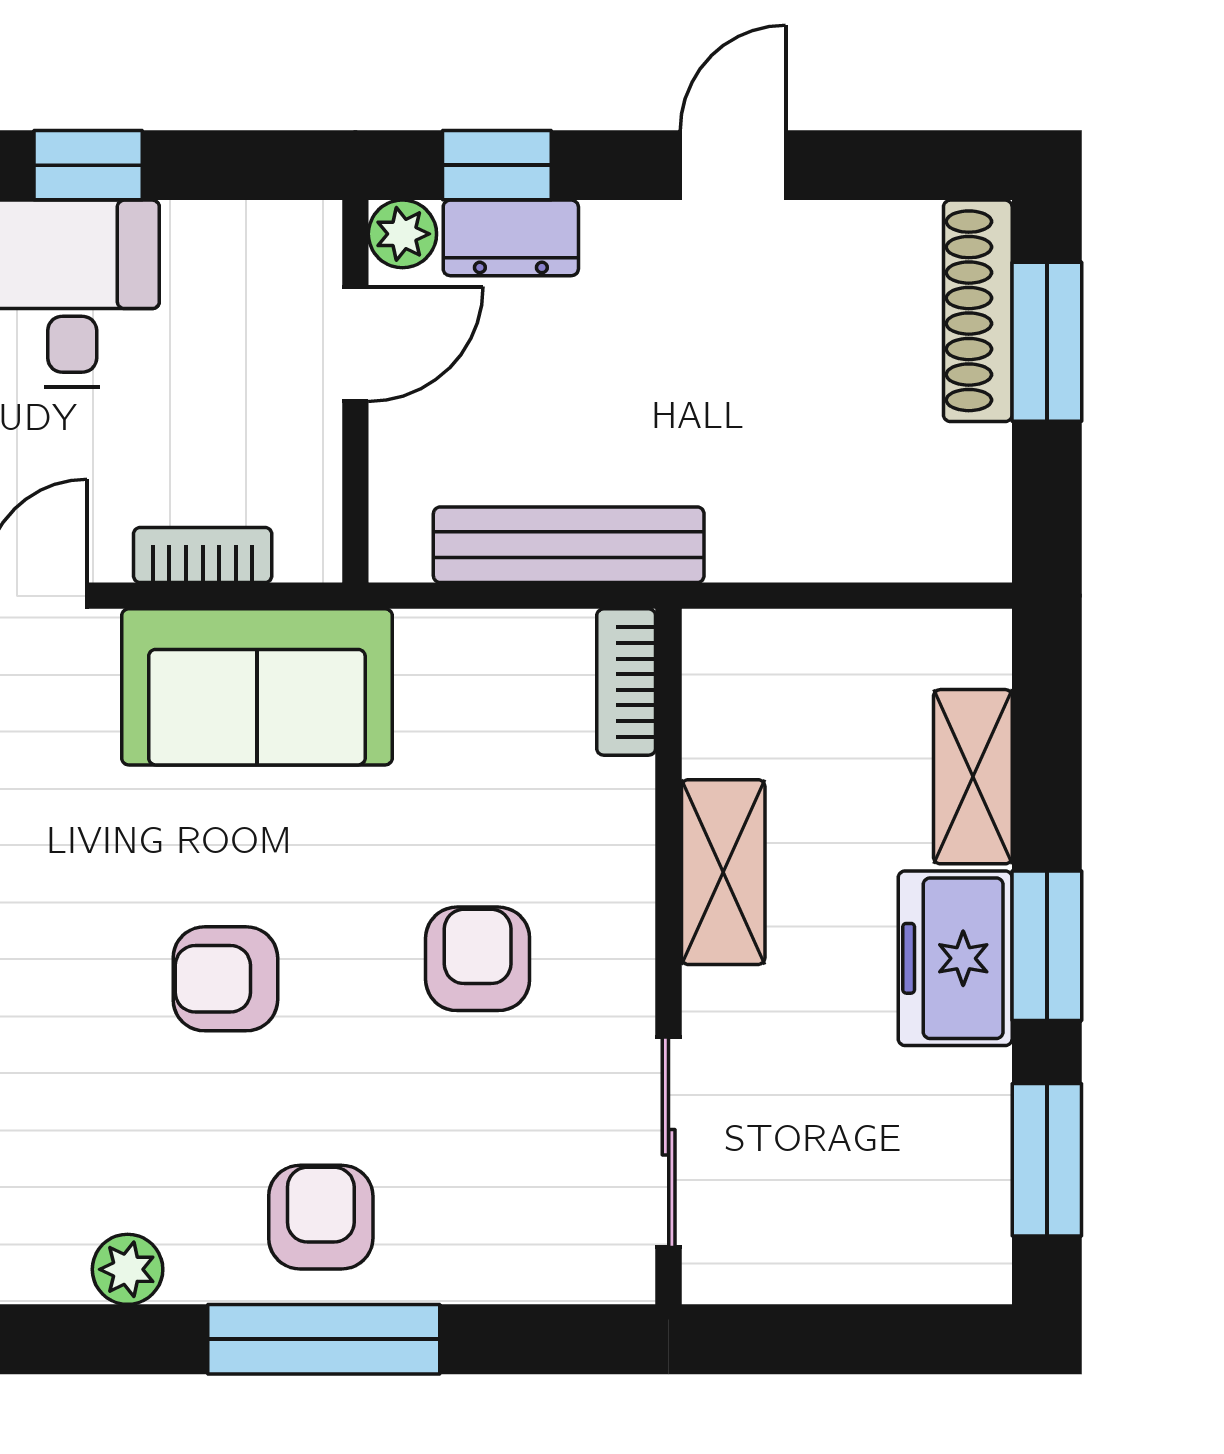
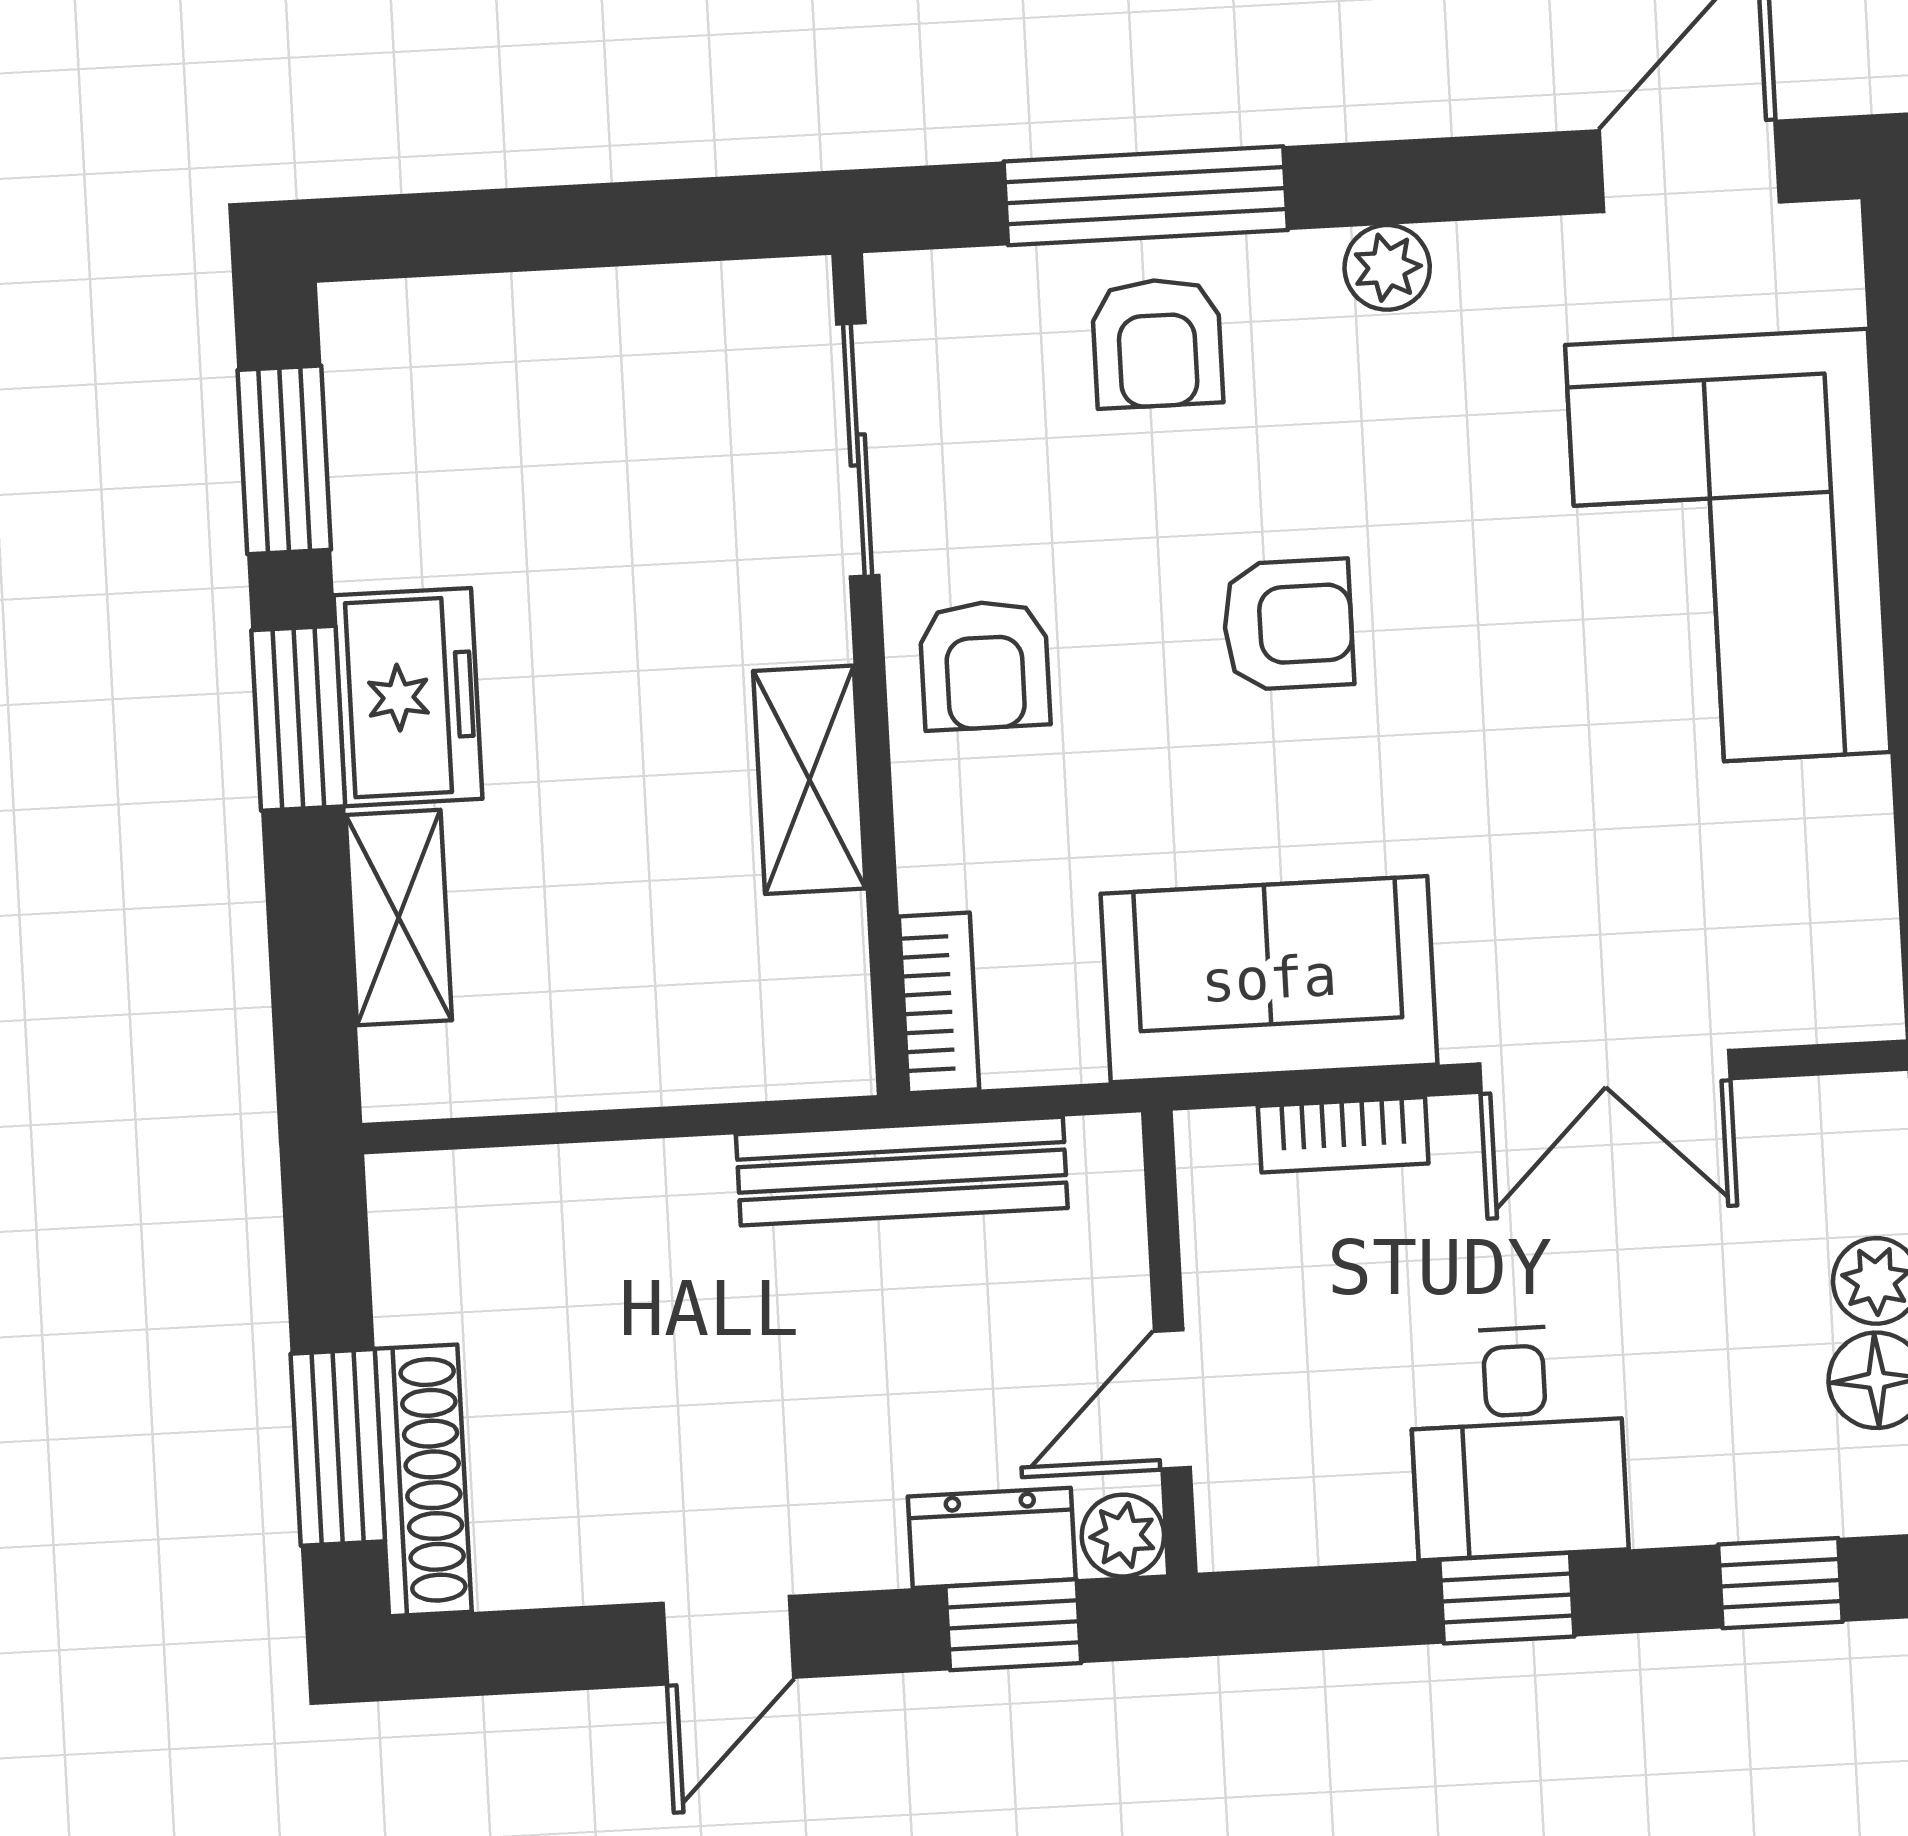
bookcase: (626, 682) -> (939, 1003), moved
shelving: (723, 872) -> (809, 780), moved
wall: (669, 957) -> (870, 674), moved
sliding door: (669, 1142) -> (858, 450), moved

